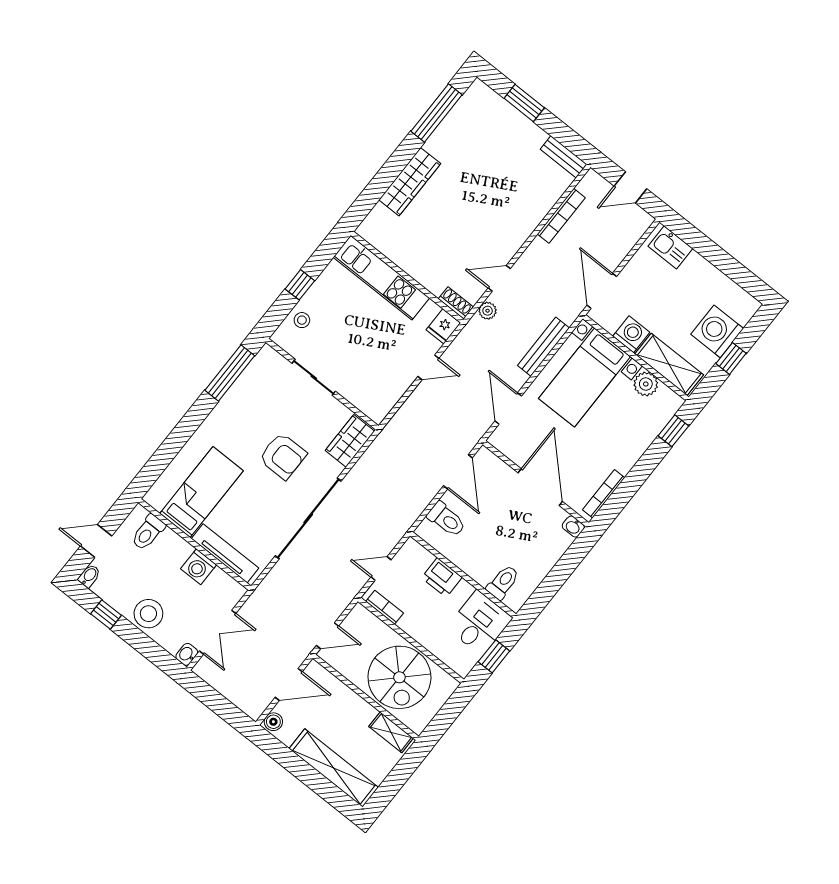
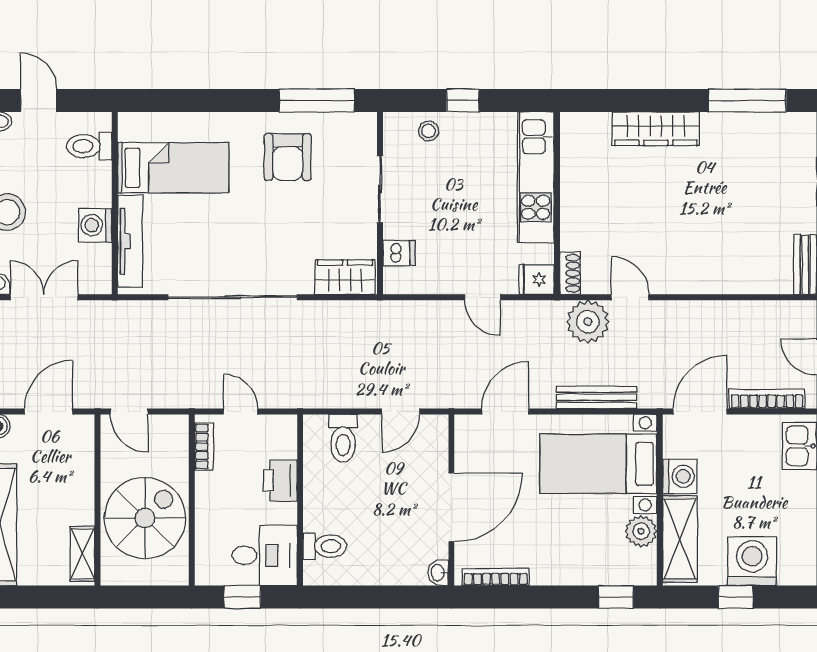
bookcase: (561, 216) -> (767, 399), moved, turned 180
plant: (488, 311) -> (588, 322), width x1.87, depth x1.87
dishwasher: (361, 397) -> (399, 253), added
armchair: (283, 456) -> (288, 157), moved
door: (458, 472) -> (401, 411), width x0.73
double door: (218, 632) -> (44, 297), swing flipped
spiral stairs: (399, 677) -> (145, 518), turned 180
door: (289, 684) -> (48, 411), swing flipped

